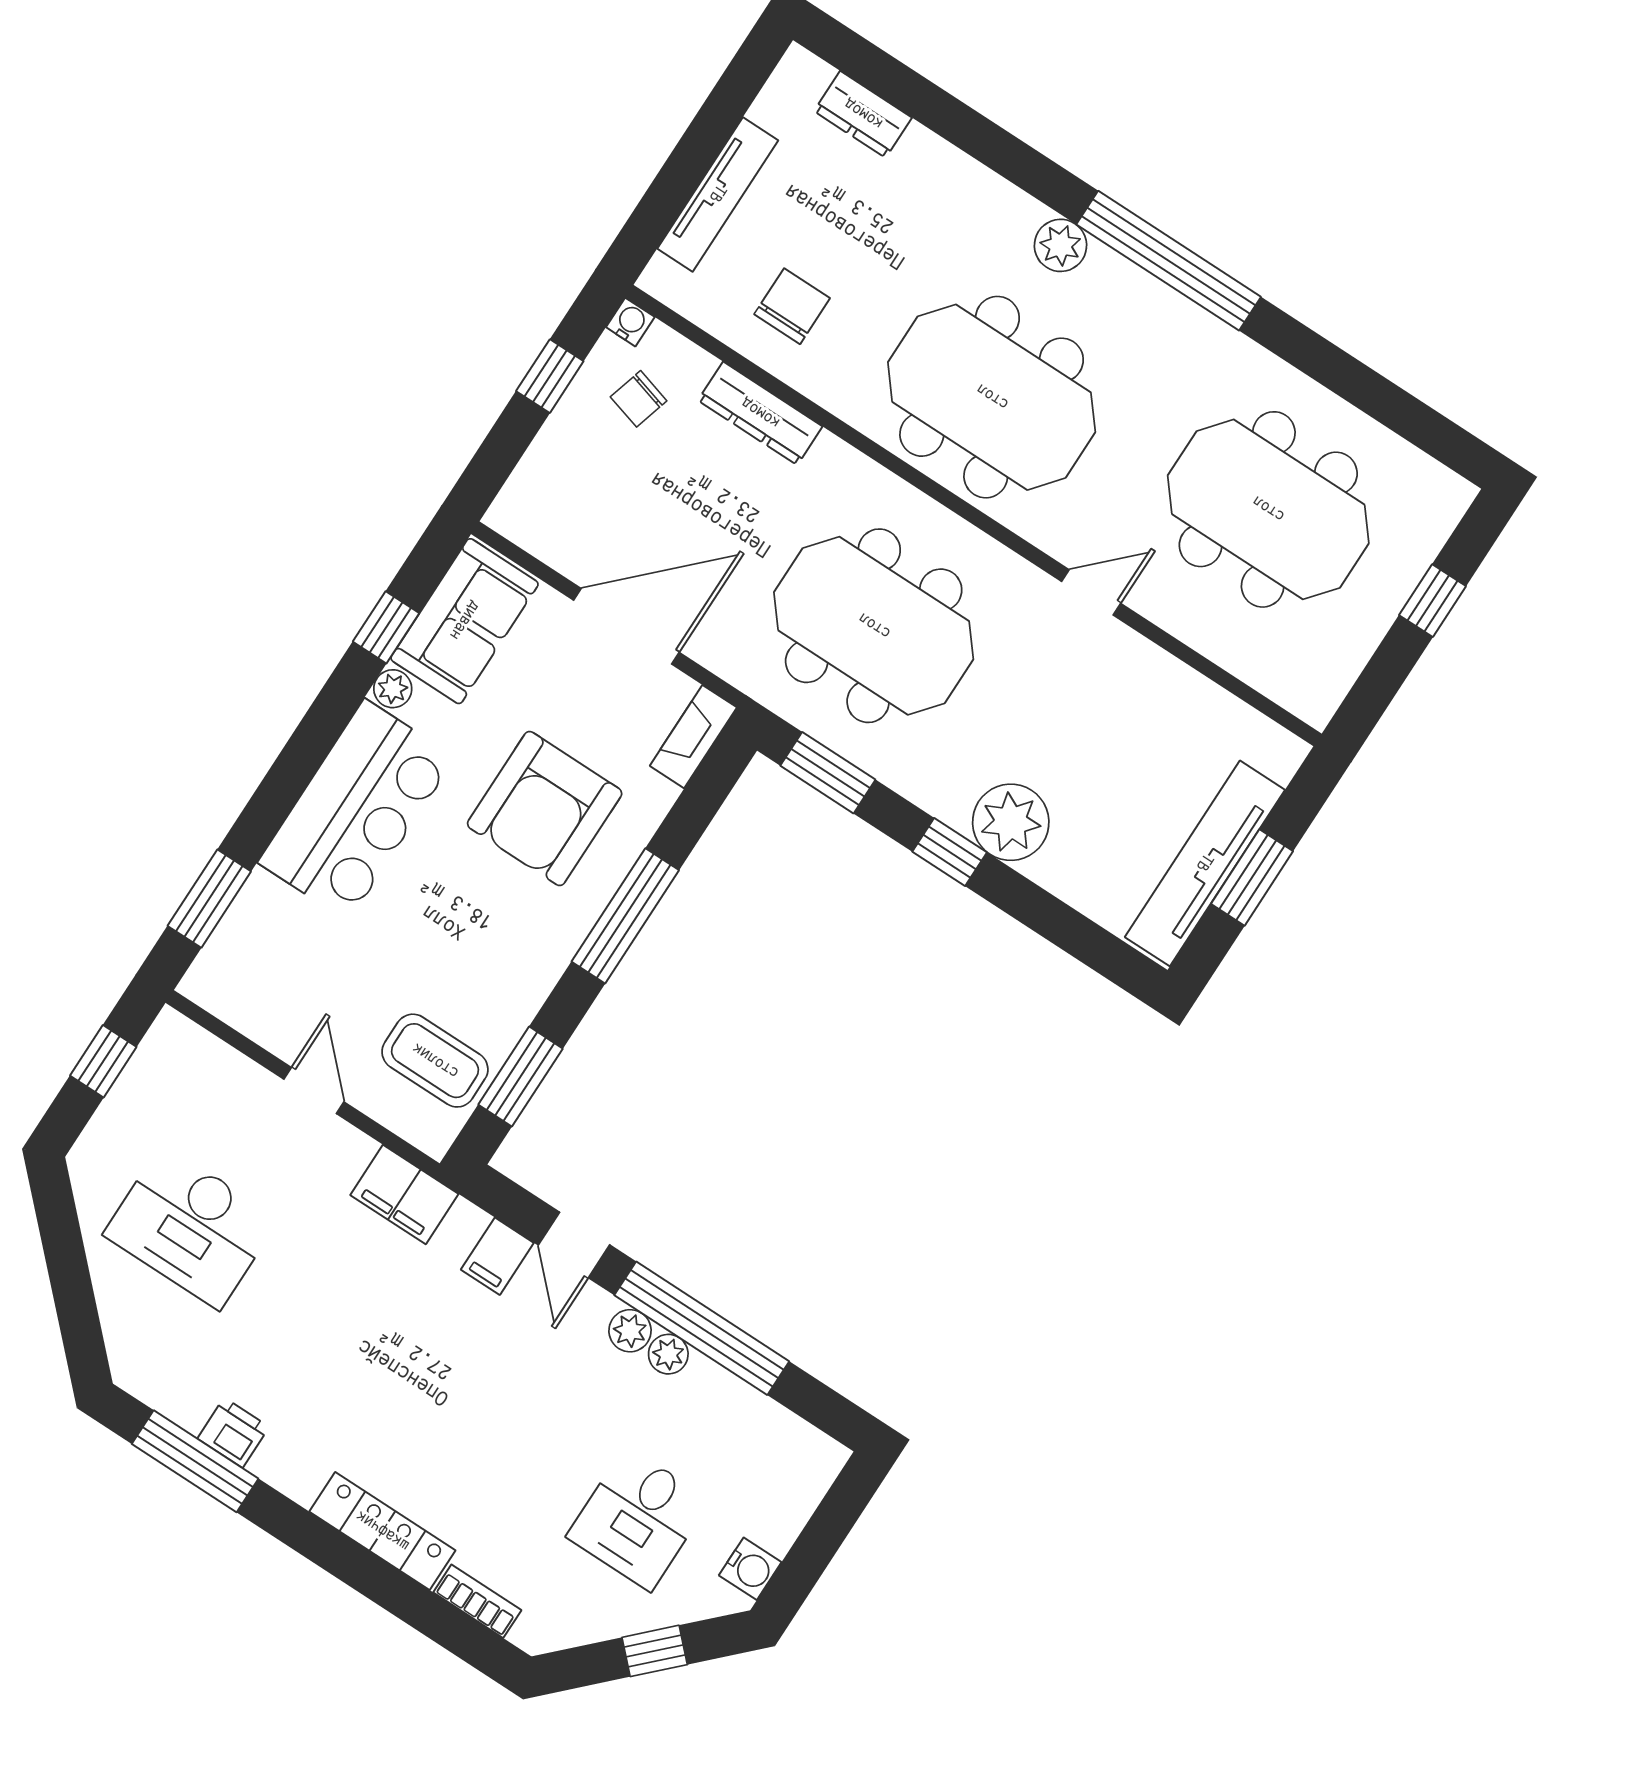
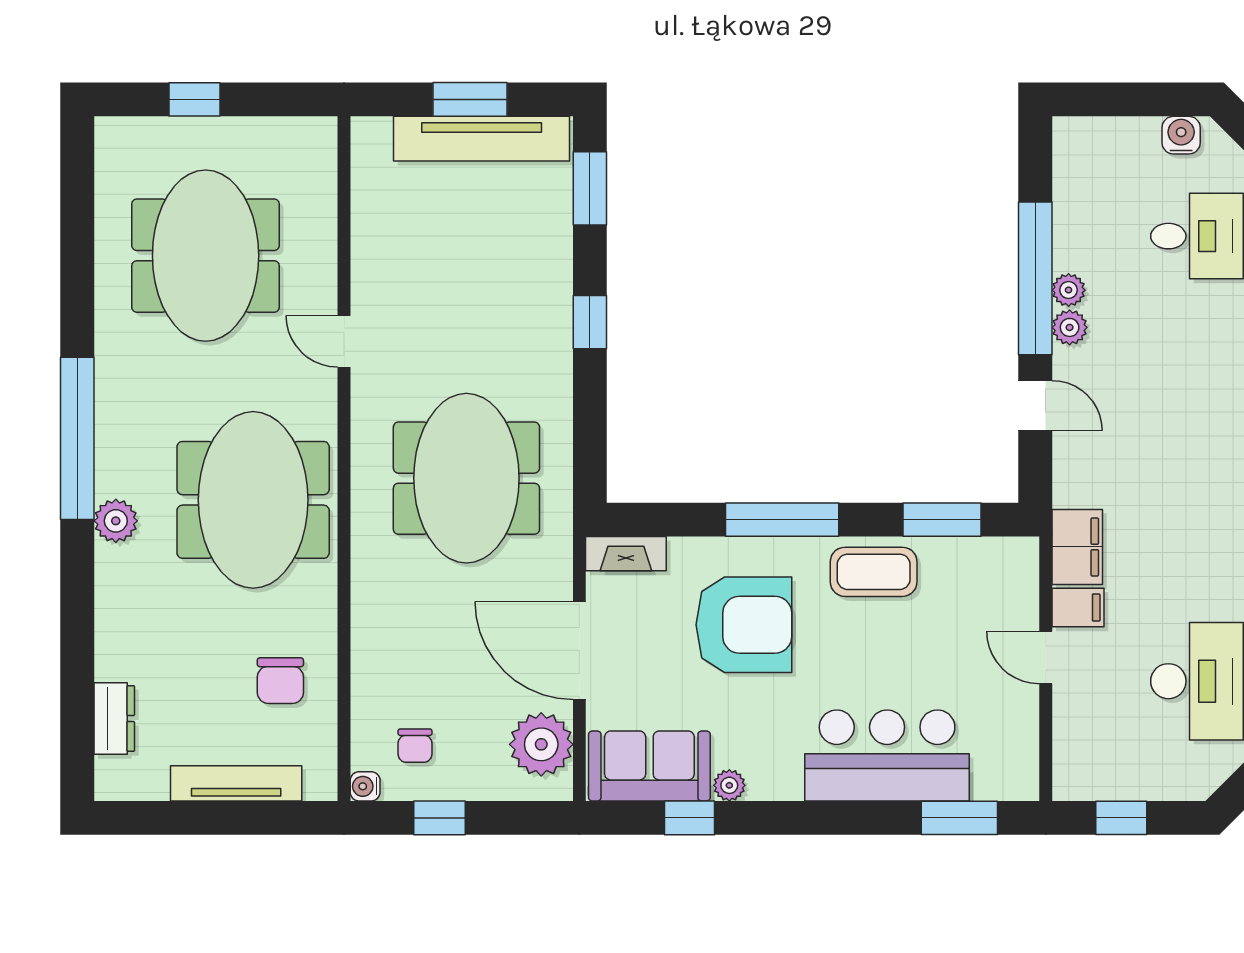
chair: (792, 306) -> (280, 681), turned -90
chair: (639, 399) -> (415, 746), turned 74
dresser: (760, 413) -> (370, 654), removed
window: (828, 773) -> (590, 188), moved
bar counter: (356, 810) -> (887, 756), moved
plant: (1011, 822) -> (541, 744), moved
coffee table: (435, 1061) -> (874, 572), moved, turned 90
door: (314, 1090) -> (1046, 658), hinge flipped
door: (574, 1245) -> (1035, 406), hinge flipped
filing cabinet: (497, 1256) -> (1078, 608), moved

